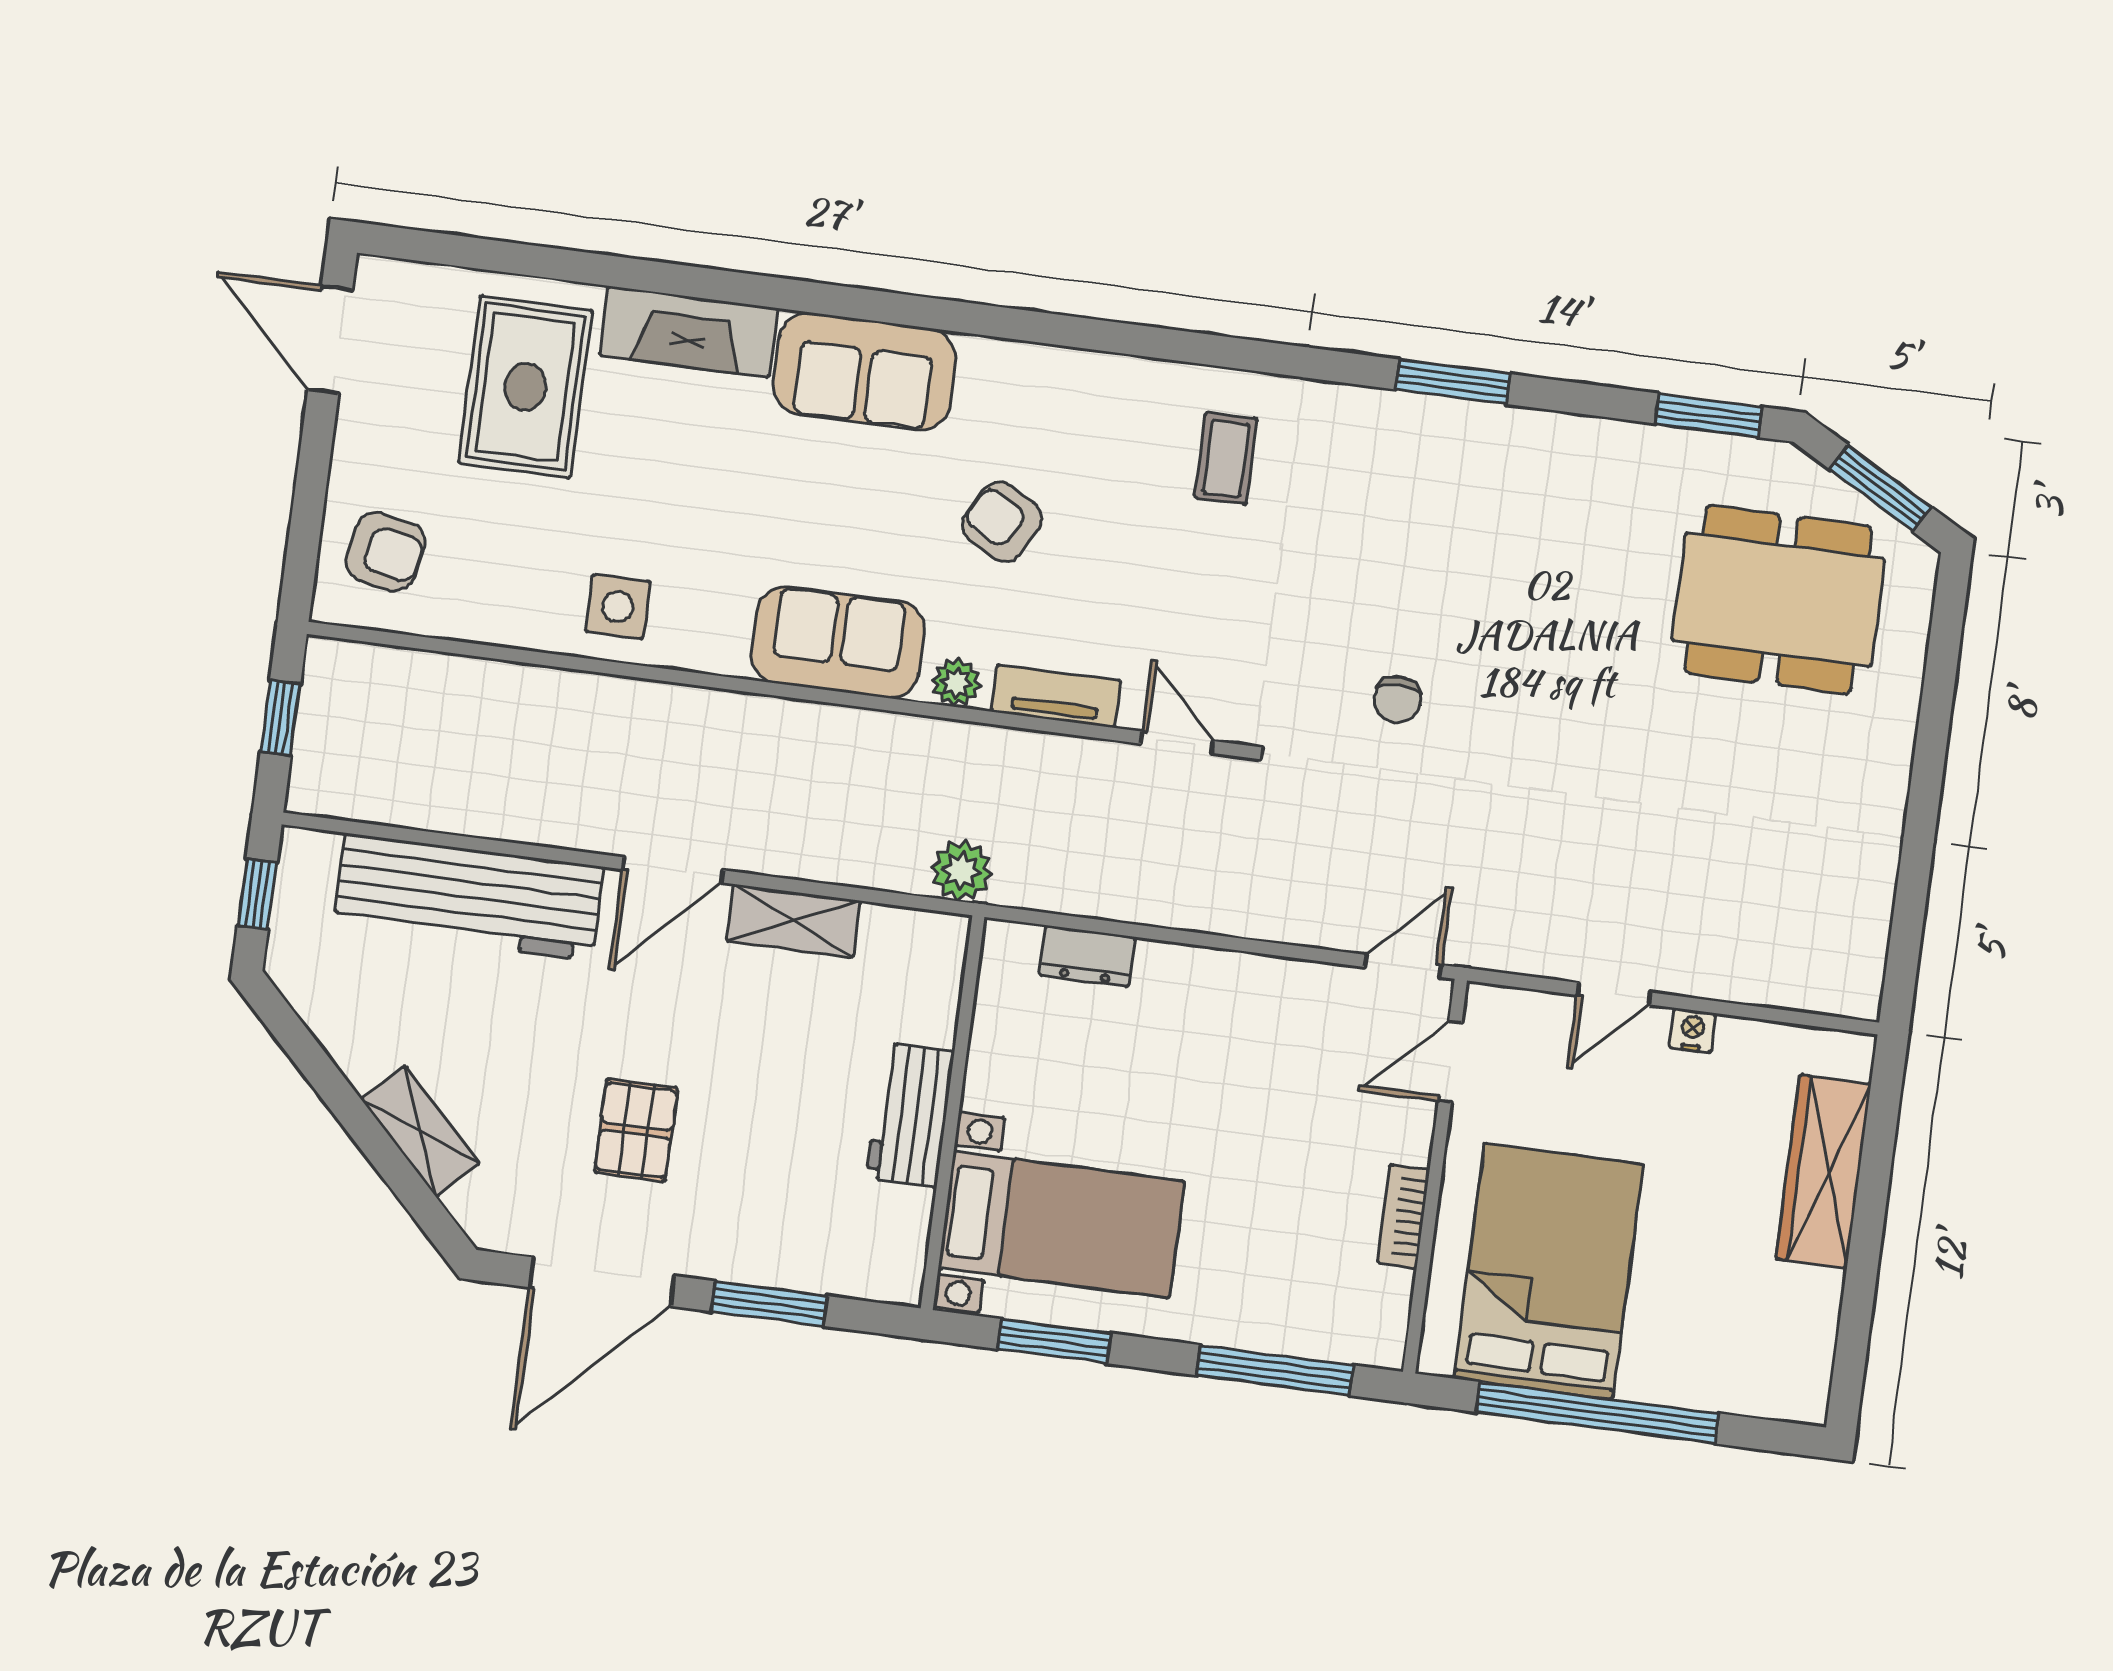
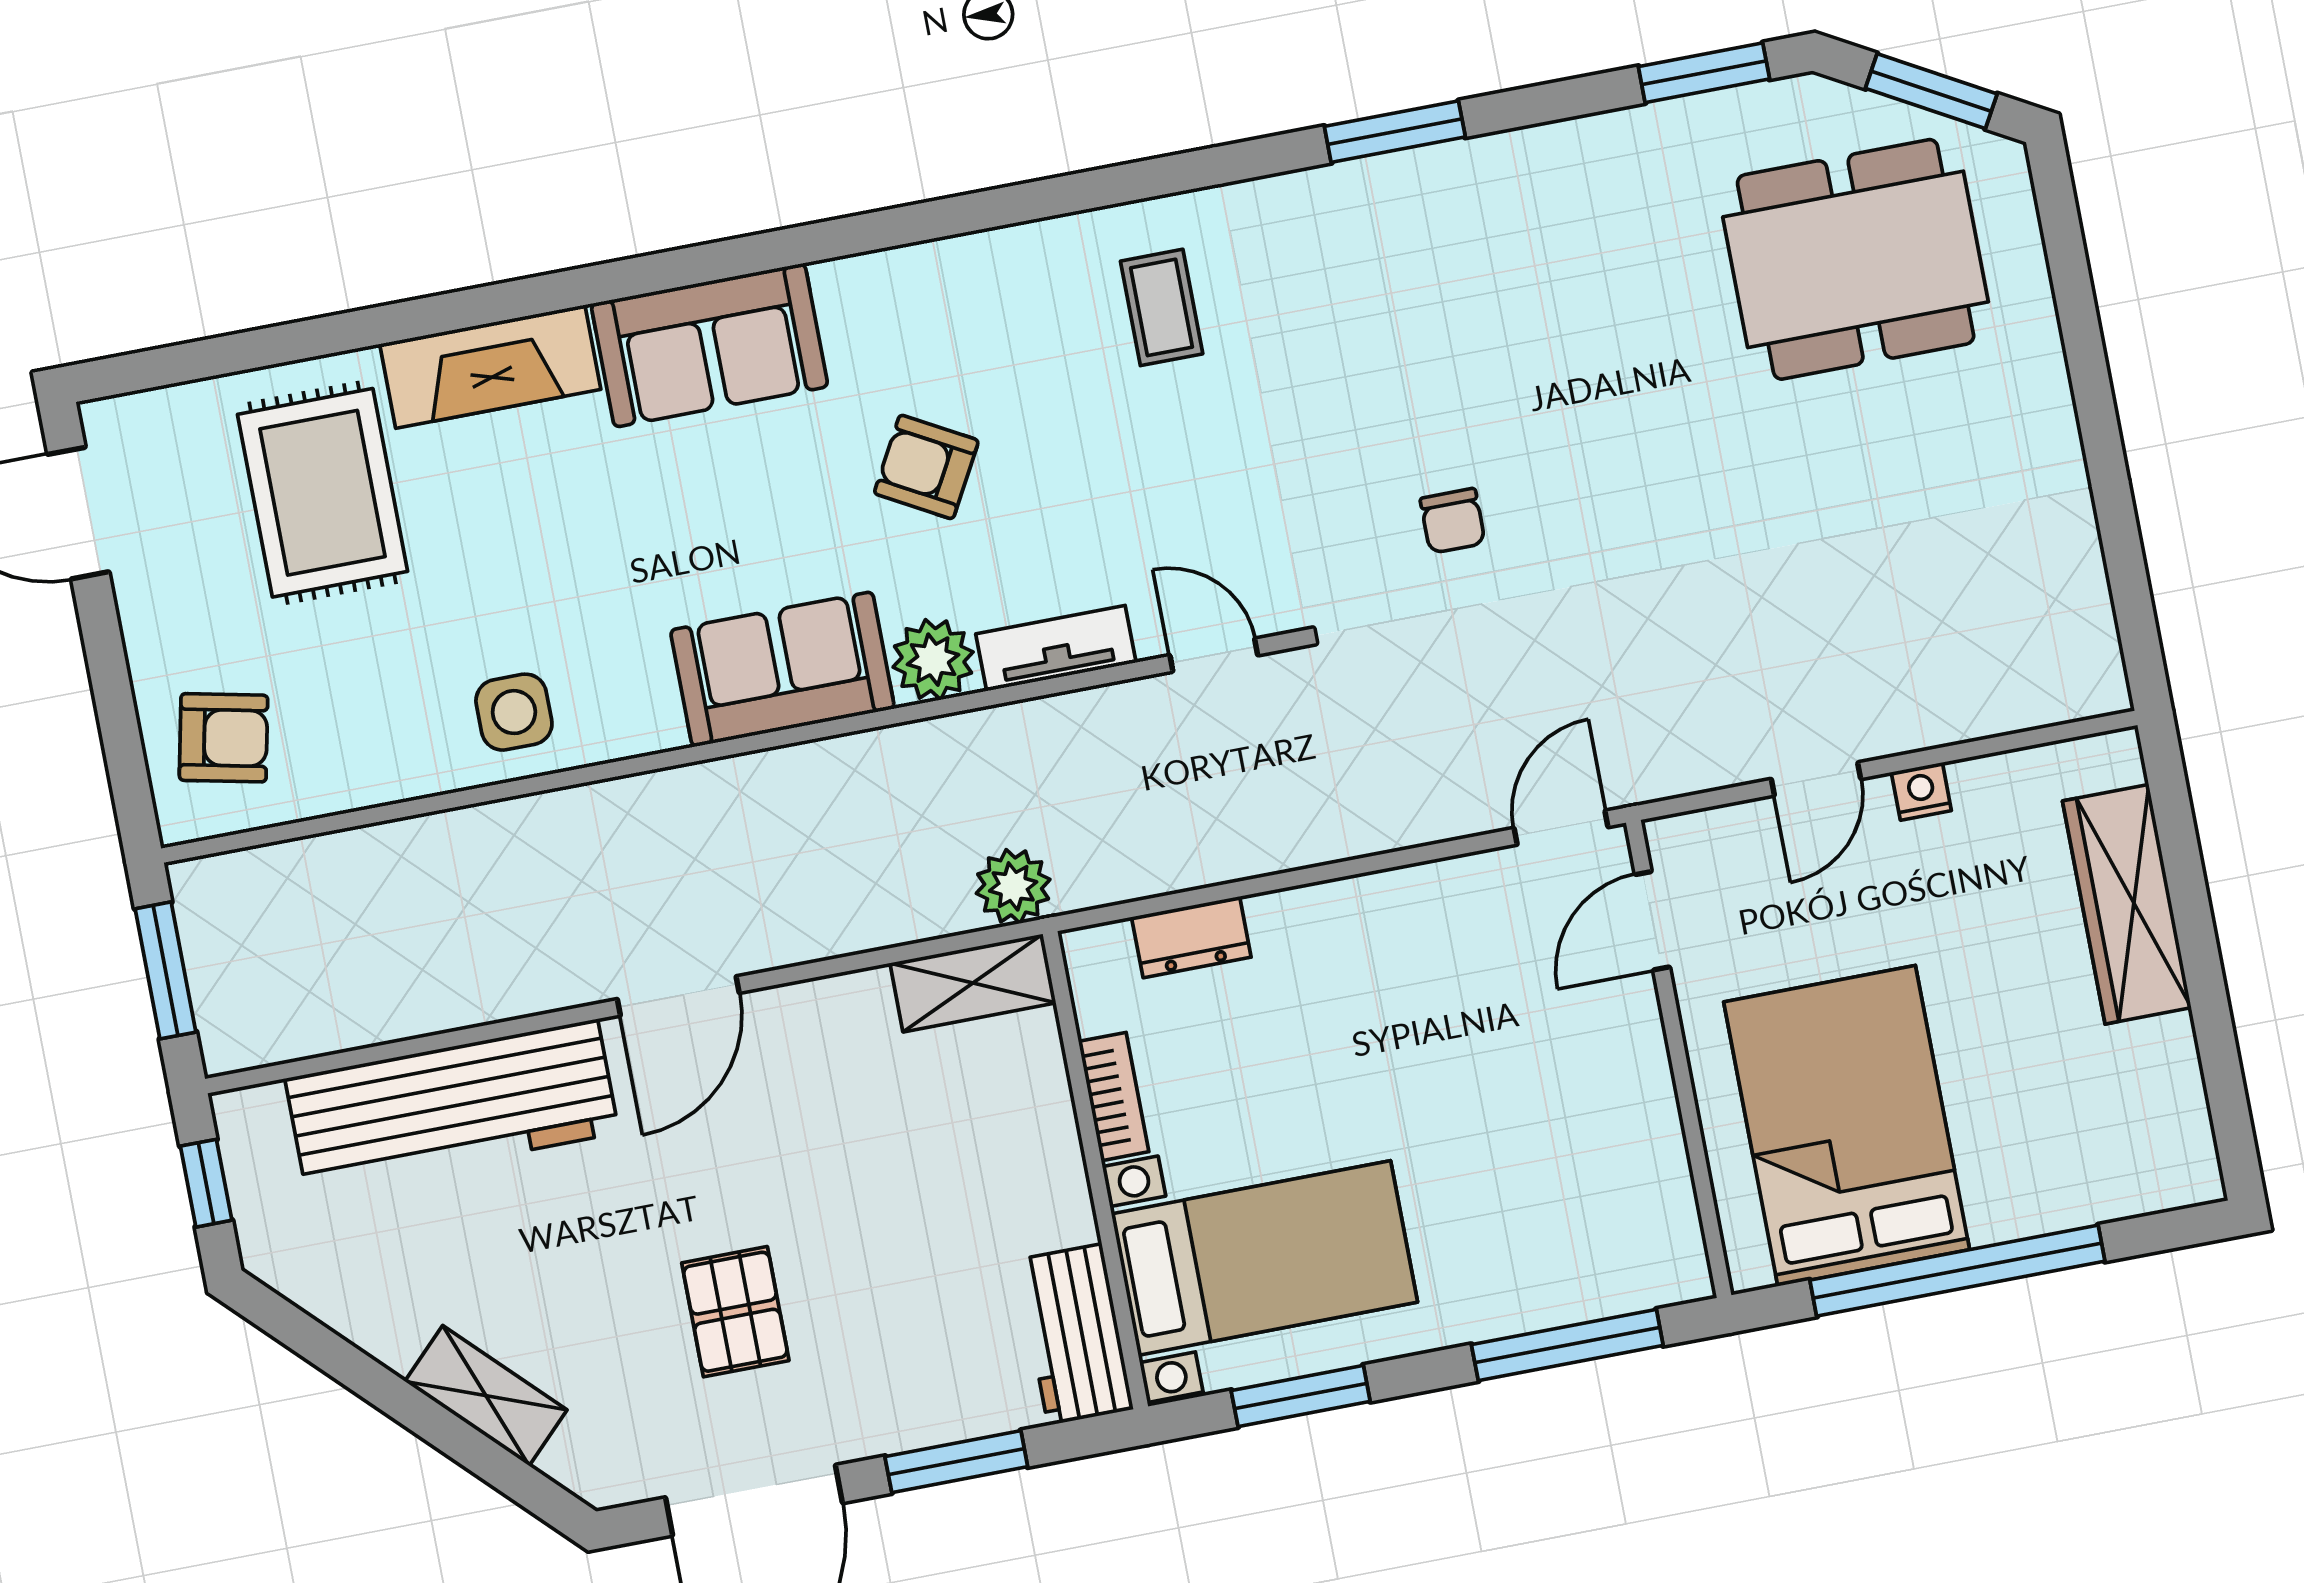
plant: (956, 683) -> (933, 660), width x1.38, depth x1.38
window: (280, 718) -> (166, 970), width x1.50
shelving: (793, 921) -> (973, 983), moved
workbench: (910, 1115) -> (1075, 1335), moved
bookcase: (1404, 1216) -> (1114, 1097), moved, turned 180

